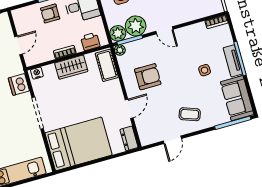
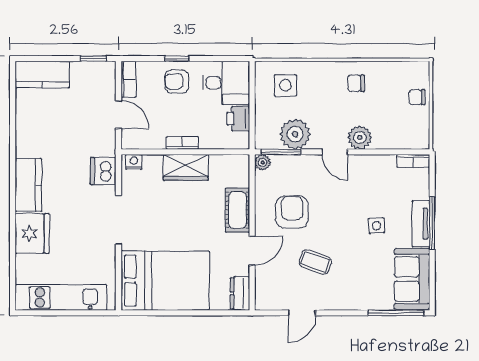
bookcase: (18, 21) -> (128, 79), added
plant: (118, 33) -> (360, 137), moved
printer: (90, 41) -> (238, 119), moved, turned -90
door: (18, 45) -> (119, 115), hinge flipped
cot: (107, 65) -> (237, 210), moved
armchair: (148, 77) -> (292, 212), turned -90
coffee table: (190, 114) -> (315, 262), moved

